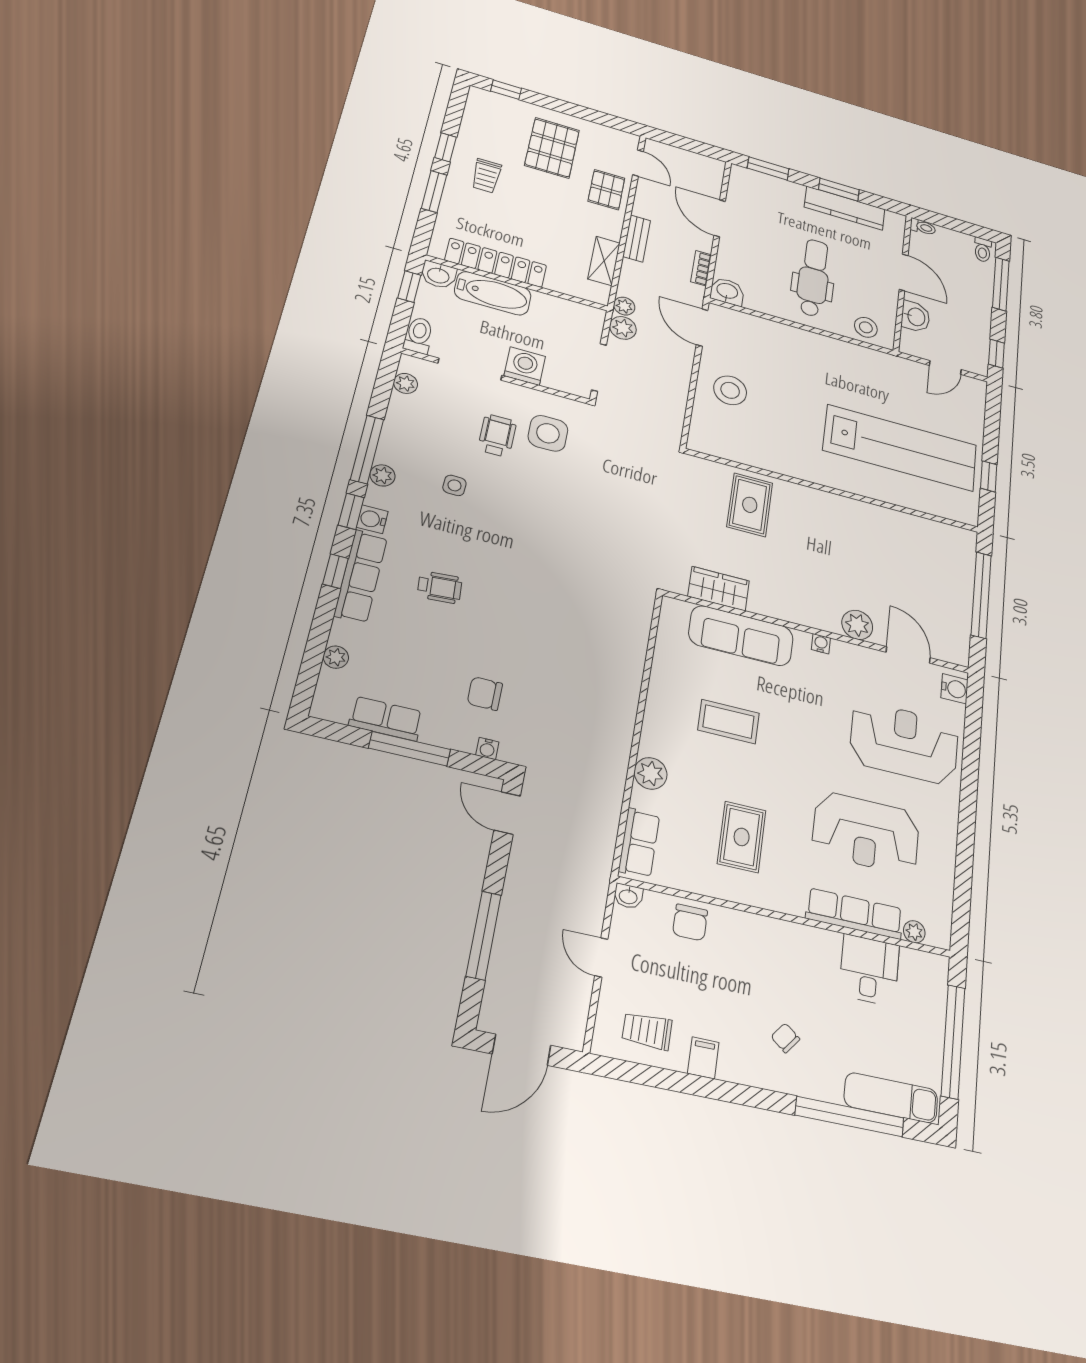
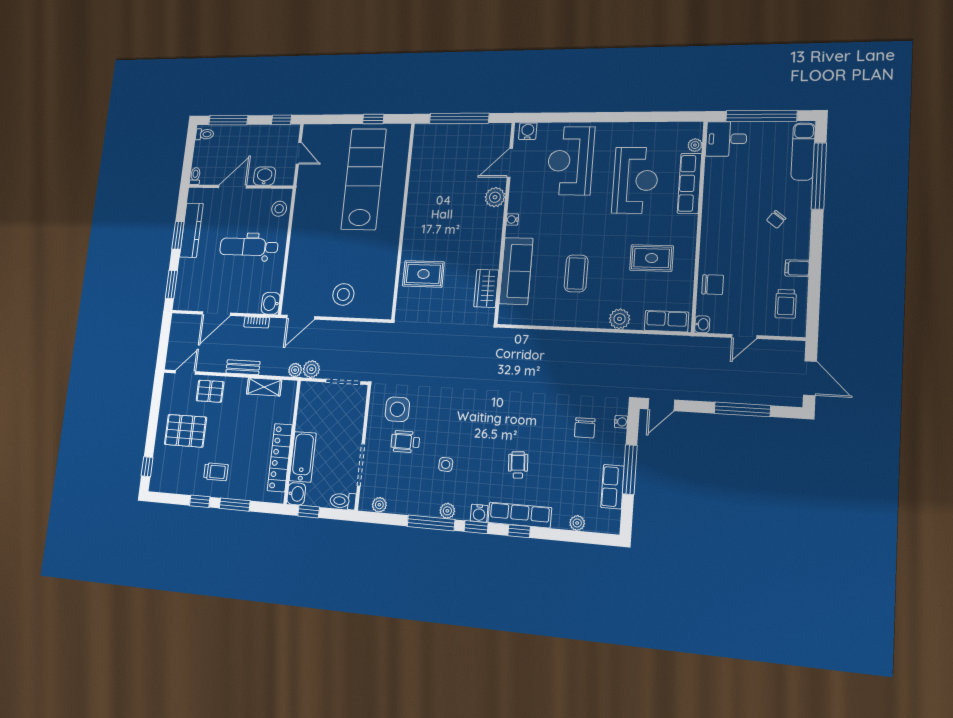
washing machine: (525, 366) -> (352, 430), removed
desk: (869, 970) -> (726, 139), moved

